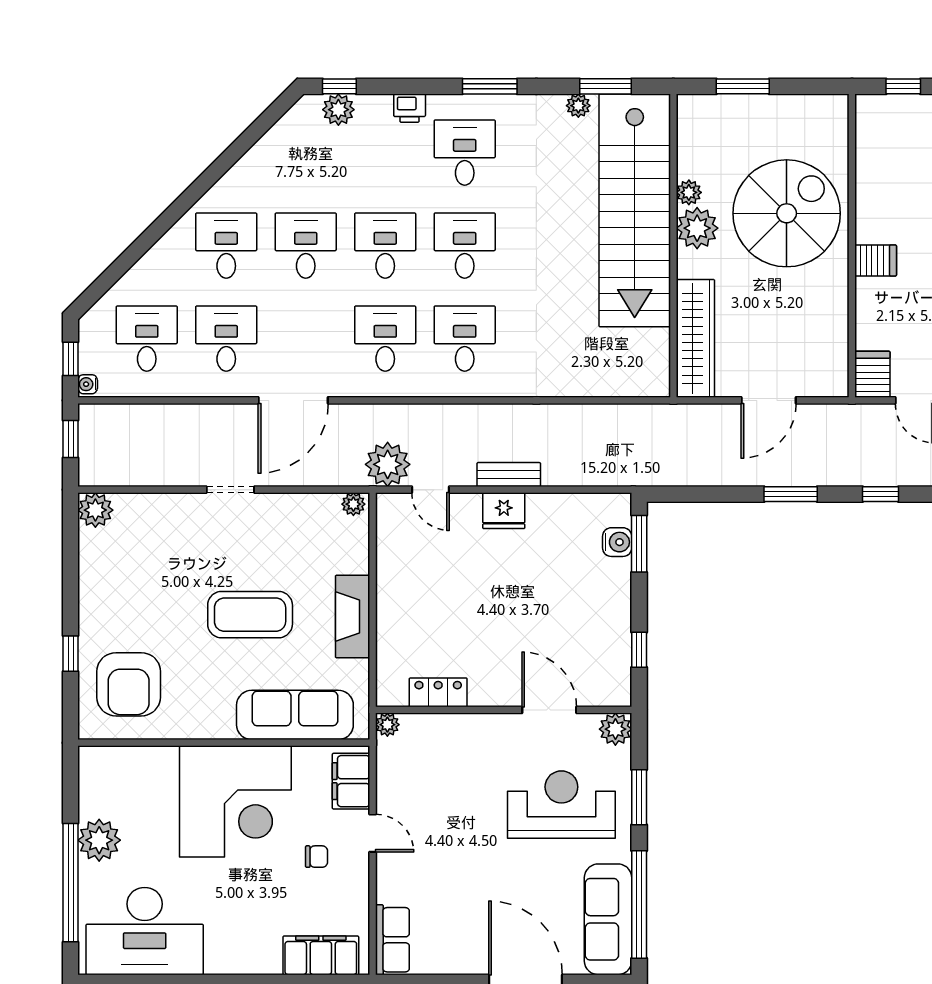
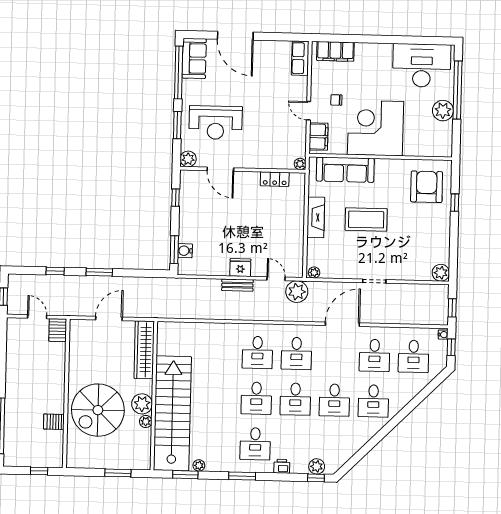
server rack: (876, 260) -> (54, 422), moved
sofa: (608, 919) -> (194, 58), width x0.73

